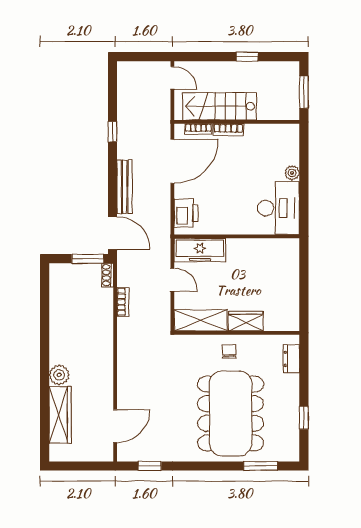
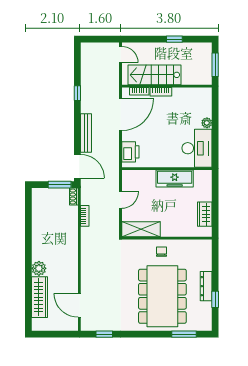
freezer: (200, 250) -> (175, 178), moved
door: (172, 280) -> (121, 200), hinge flipped
wardrobe: (246, 321) -> (205, 214), moved, turned -90
dresser: (291, 359) -> (206, 286), moved, width x1.44
door: (115, 426) -> (79, 305), swing flipped

